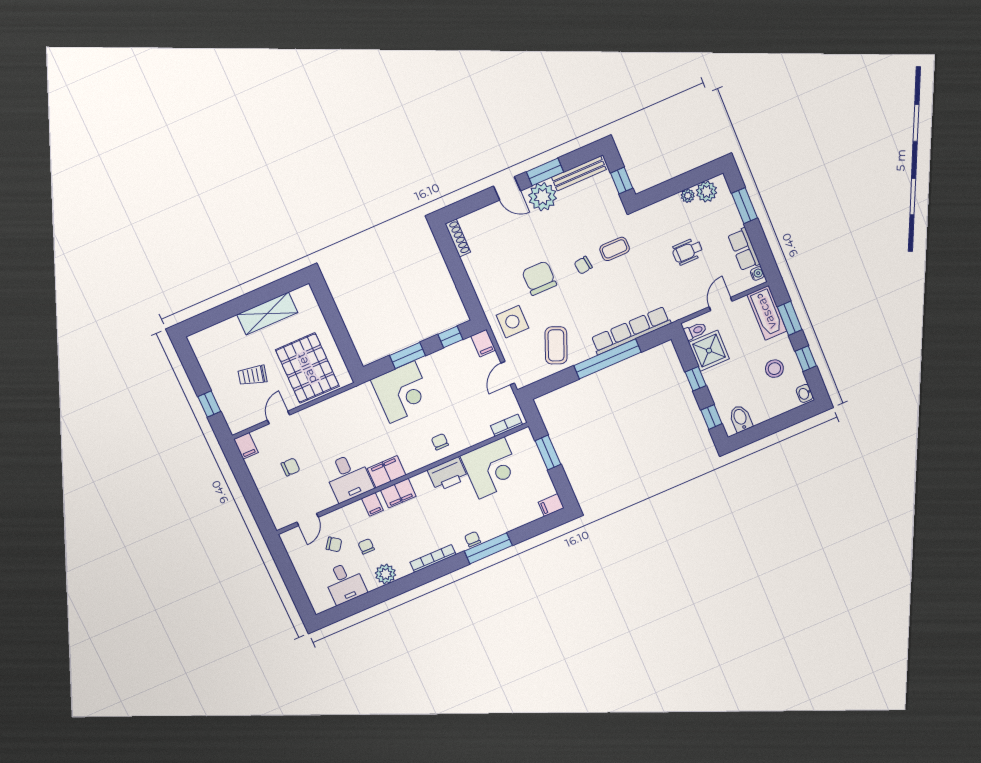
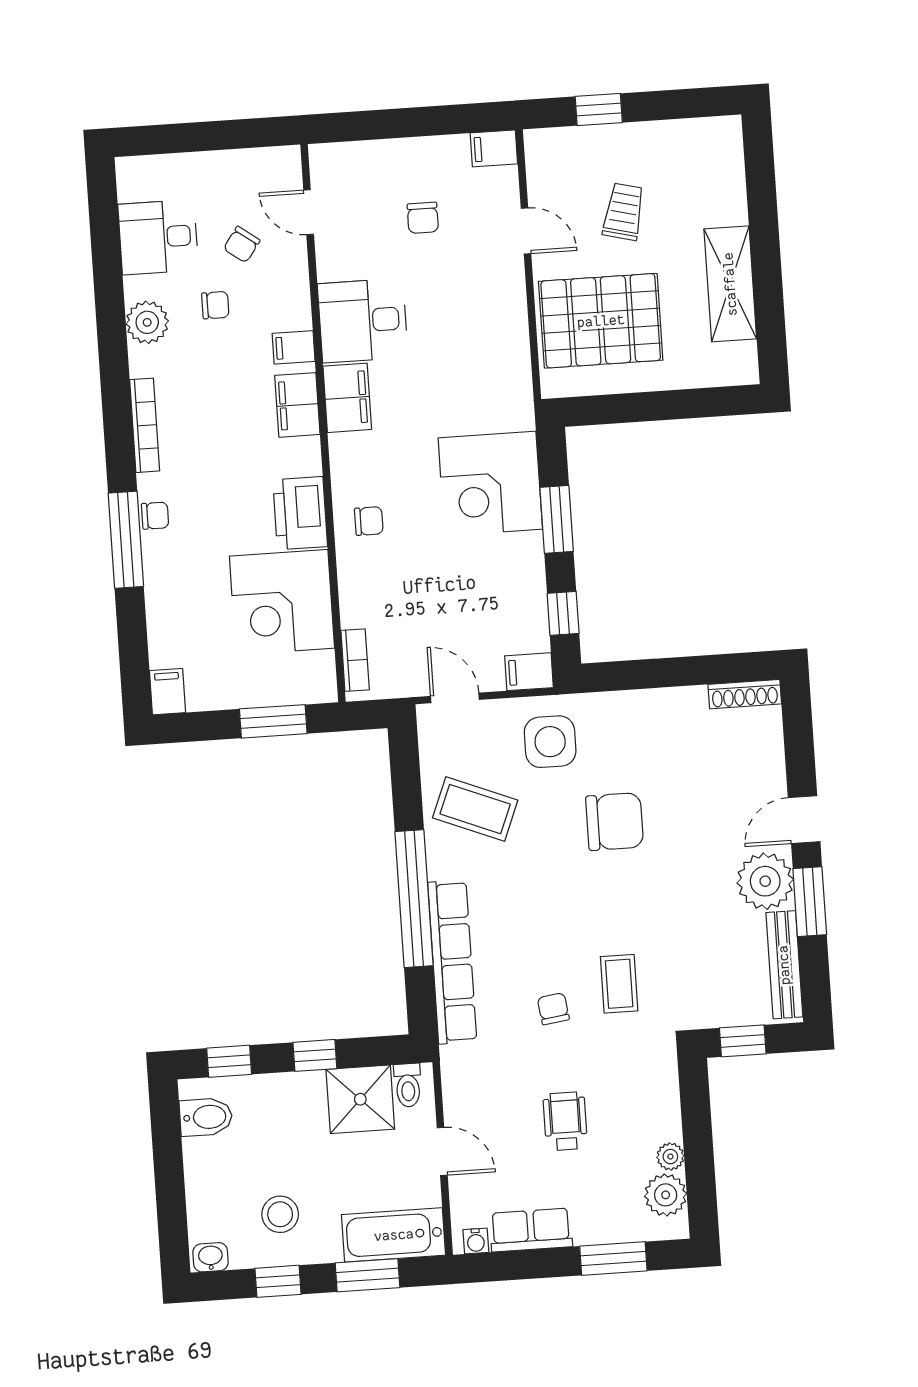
chair: (583, 265) -> (553, 1009), moved

